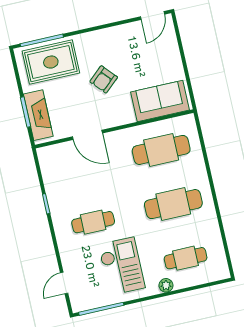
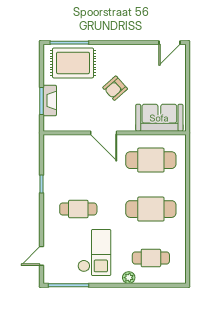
fireplace: (38, 115) -> (50, 101), width x0.73, depth x0.76
door: (87, 135) -> (104, 133), moved

